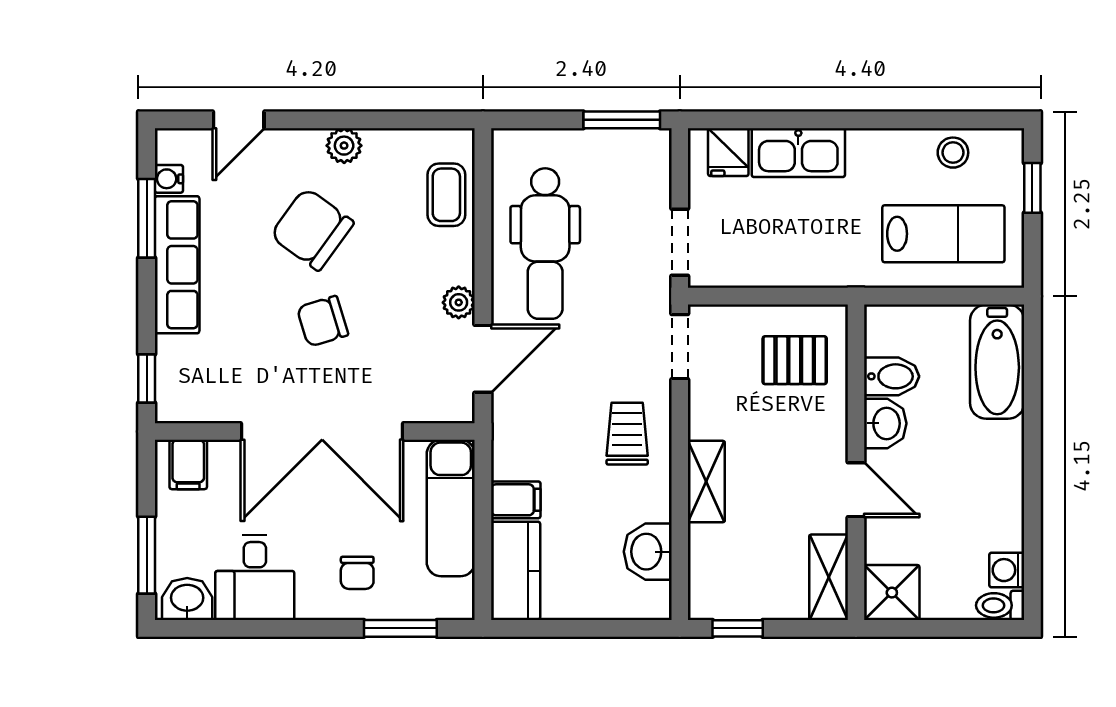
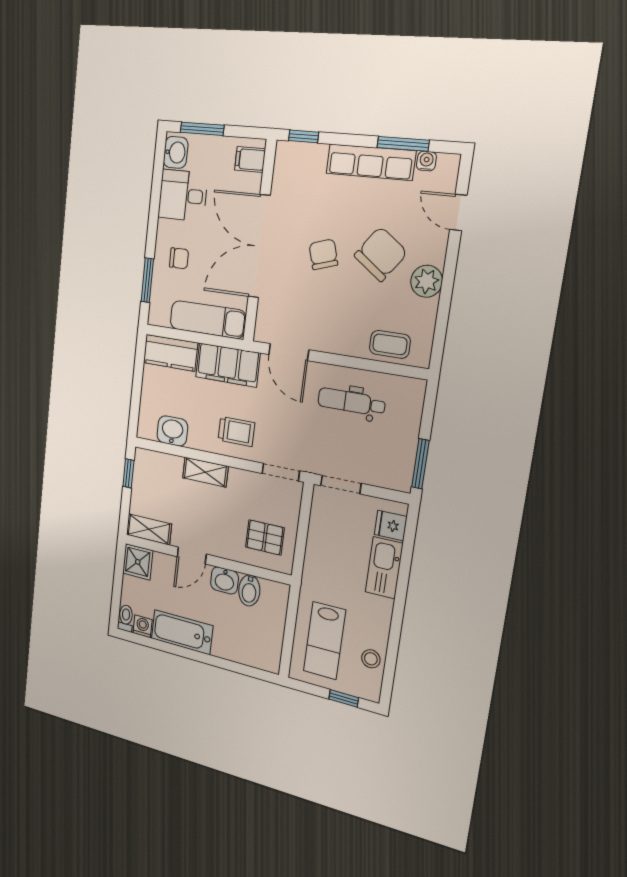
plant: (344, 146) -> (427, 281), width x1.38, depth x1.38
dental chair: (545, 243) -> (351, 402), width x0.73, depth x0.72
plant: (459, 302) -> (323, 342), removed
pallet: (795, 360) -> (265, 537), turned 90
bathtub: (997, 362) -> (182, 632), moved
filing cabinet: (516, 500) -> (228, 365), width x3.00, depth x1.17
chair: (357, 573) -> (179, 258), turned 180

